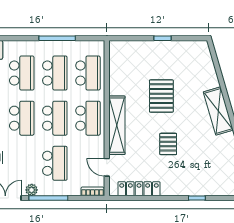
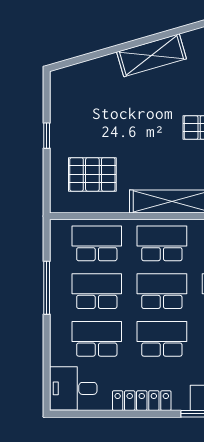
pallet: (161, 96) -> (92, 174), moved

